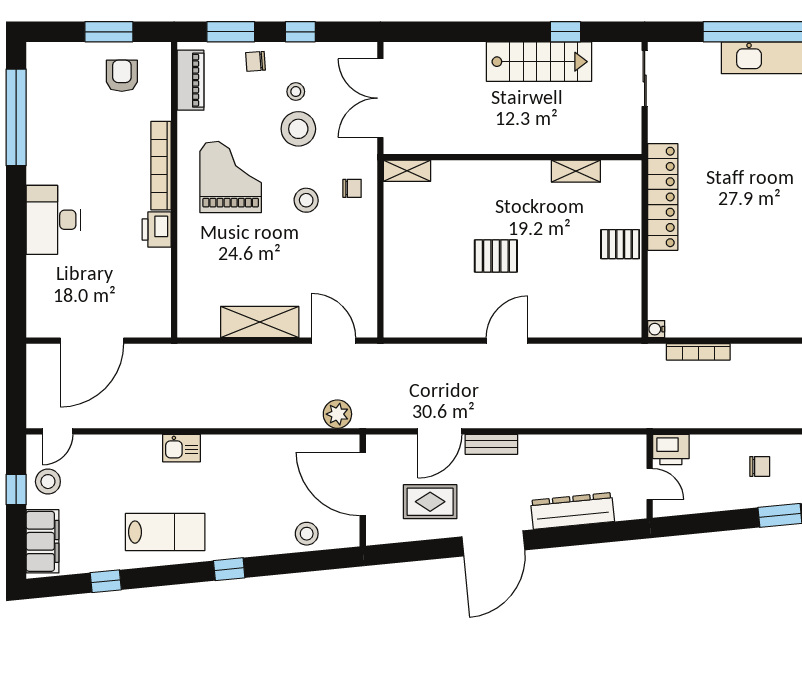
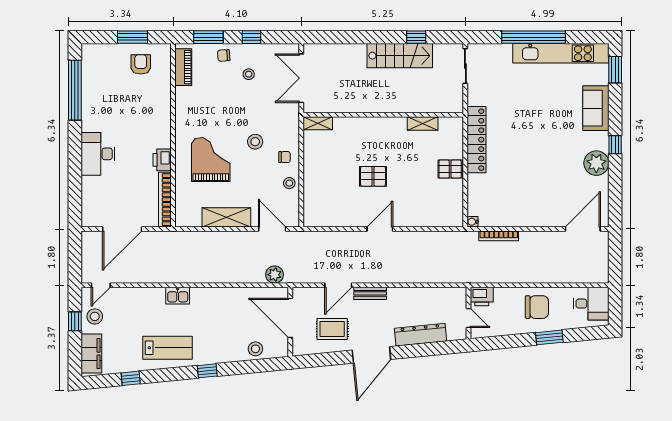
stool: (298, 129) -> (289, 183), moved, width x0.53, depth x0.53
bookcase: (161, 166) -> (165, 200), moved
grand piano: (231, 177) -> (211, 159), moved
chair: (352, 188) -> (285, 157), moved
chair: (760, 466) -> (537, 307), width x1.87, depth x1.87

